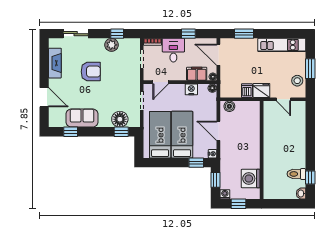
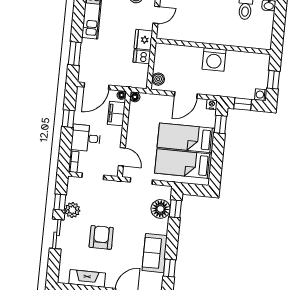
sliding door: (76, 34) -> (57, 234), moved
nightstand: (191, 89) -> (134, 122), removed
washing machine: (251, 179) -> (214, 59), moved

